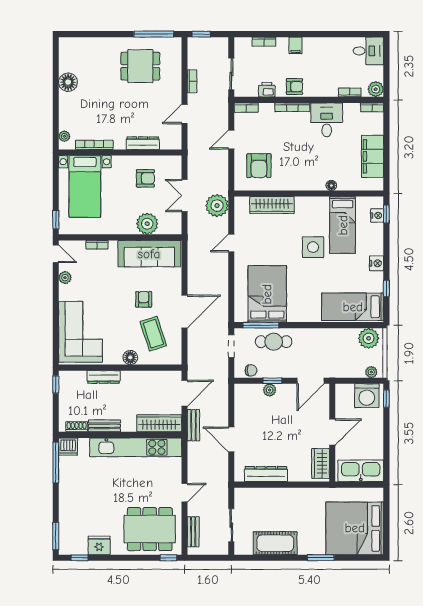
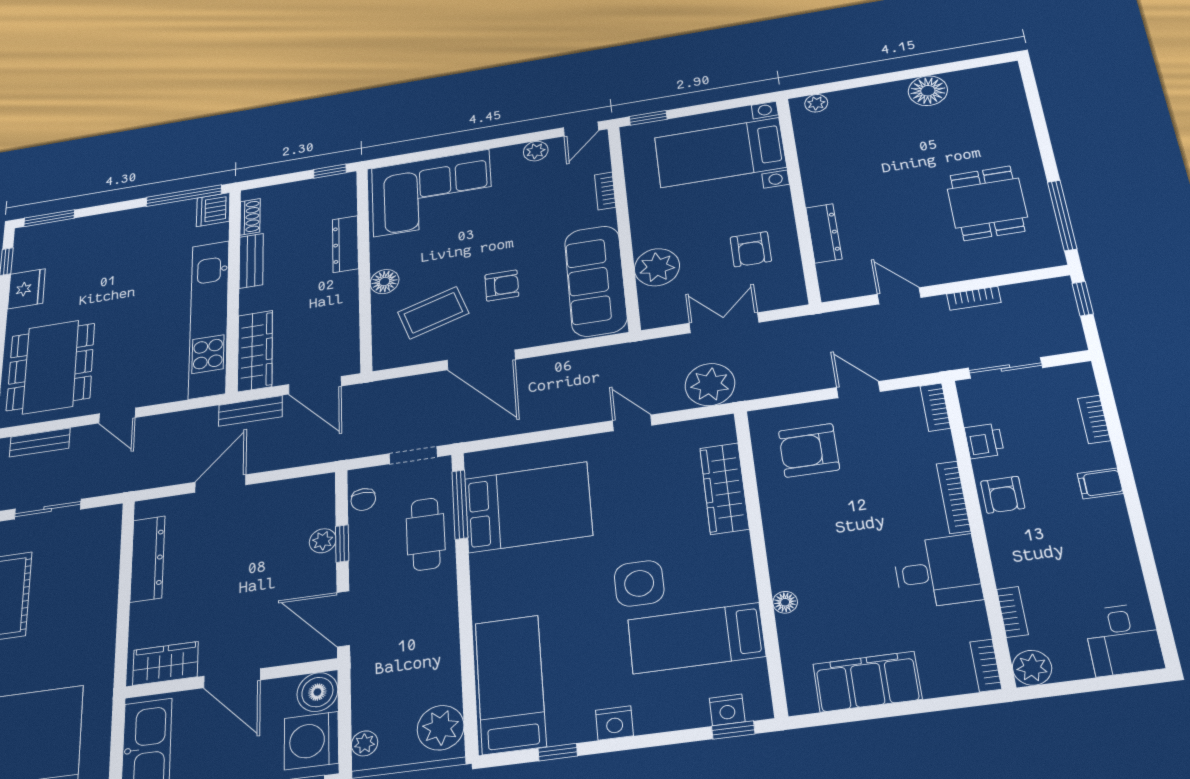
bookcase: (94, 145) -> (807, 154), removed
boiler: (344, 393) -> (317, 692), added

